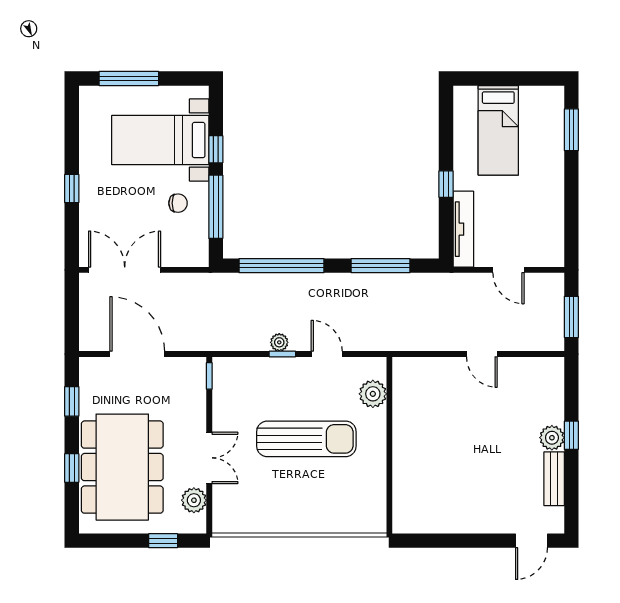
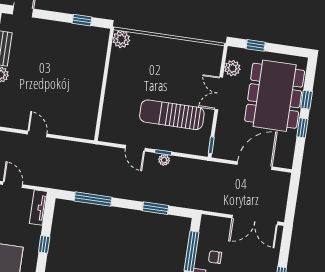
tv unit: (463, 229) -> (38, 208), width x0.71
window: (282, 266) -> (156, 208), width x0.47
door: (137, 354) -> (255, 166), swing flipped
plant: (373, 394) -> (121, 39), moved
window: (72, 401) -> (302, 128), moved
sun lounger: (306, 439) -> (172, 115), moved
window: (438, 541) -> (82, 20), added

